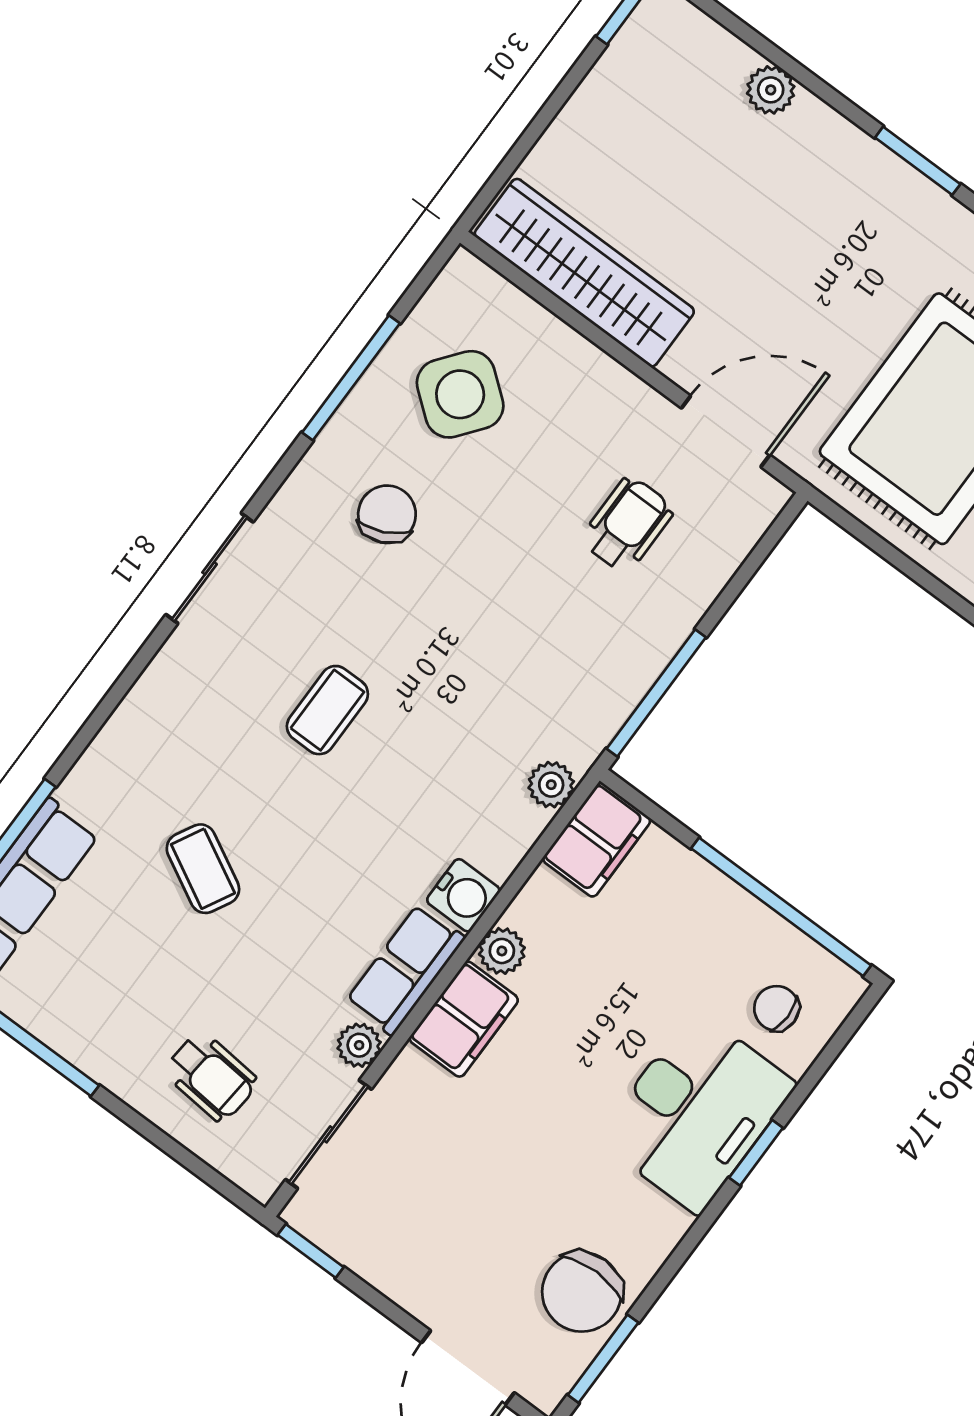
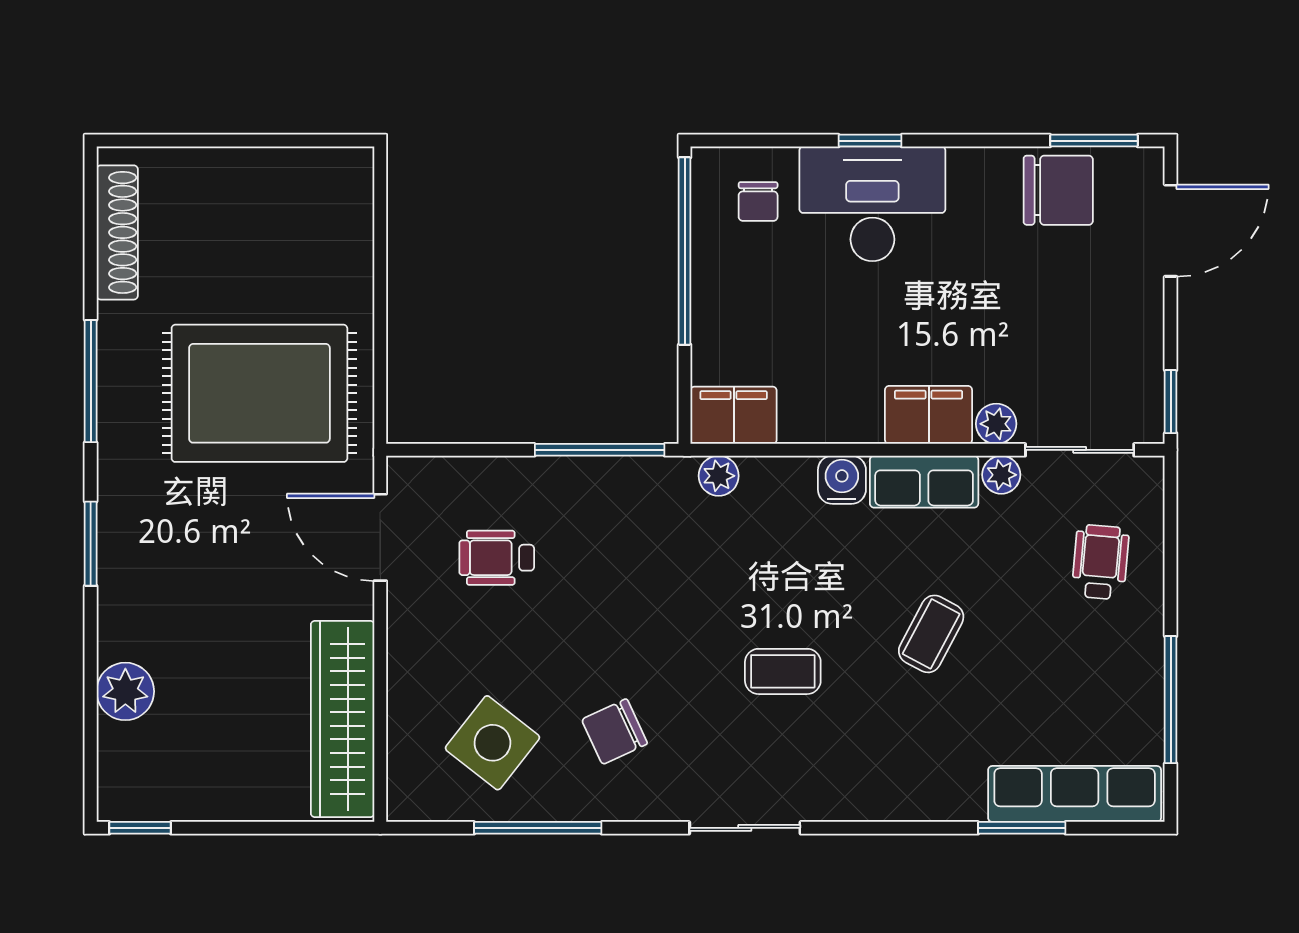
plant: (771, 90) -> (125, 691), width x1.38, depth x1.38
coffee table: (203, 869) -> (931, 634), moved
plant: (502, 951) -> (996, 424), moved

